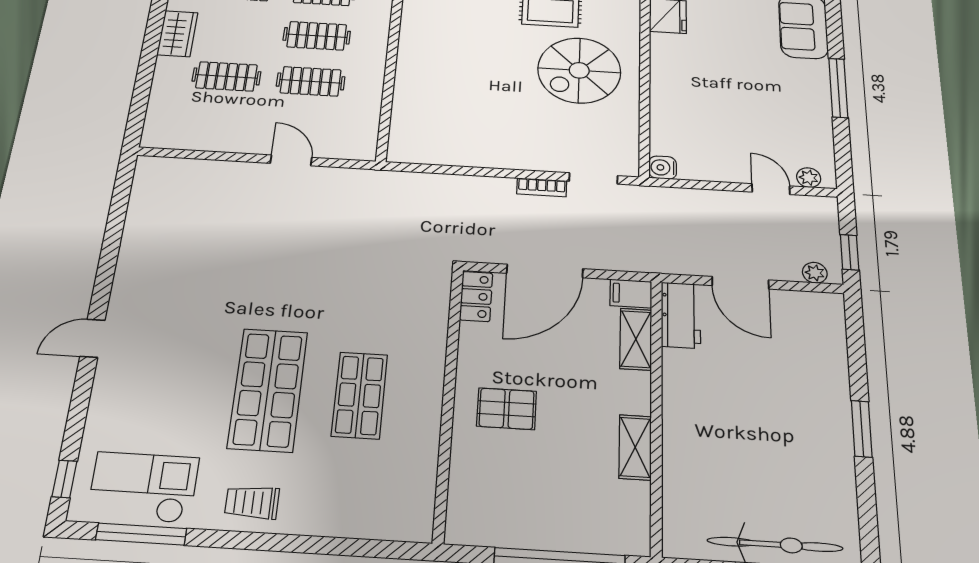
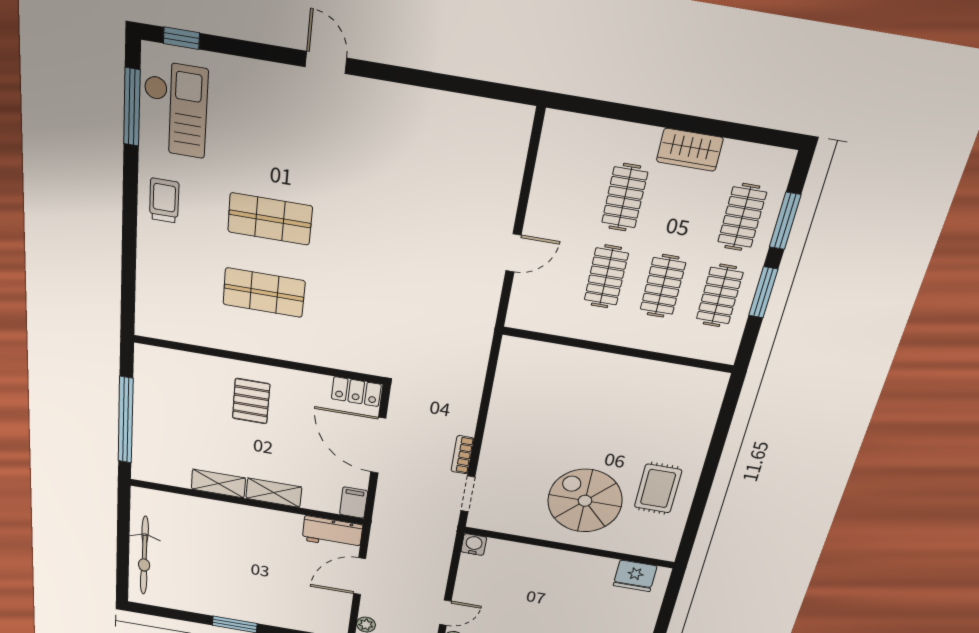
shelving: (636, 339) -> (274, 493), moved
shop shelf: (268, 390) -> (270, 219), width x0.70, depth x0.74

